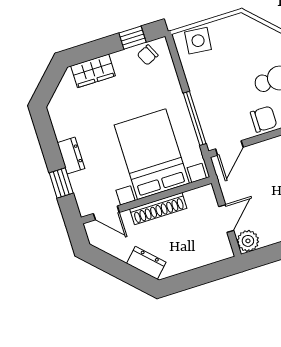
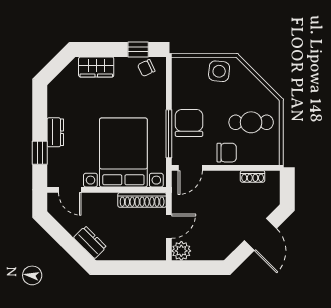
side table: (198, 41) -> (219, 71), moved
chair: (213, 100) -> (189, 123), added
shoe rack: (158, 209) -> (142, 200), moved

